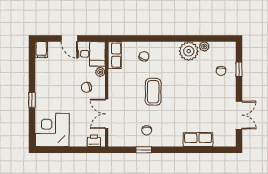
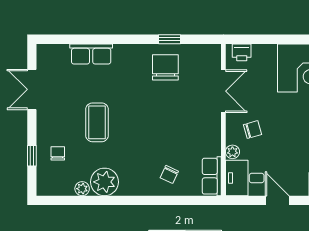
coffee table: (153, 92) -> (97, 122), moved
chair: (147, 130) -> (165, 67), width x1.87, depth x1.87

